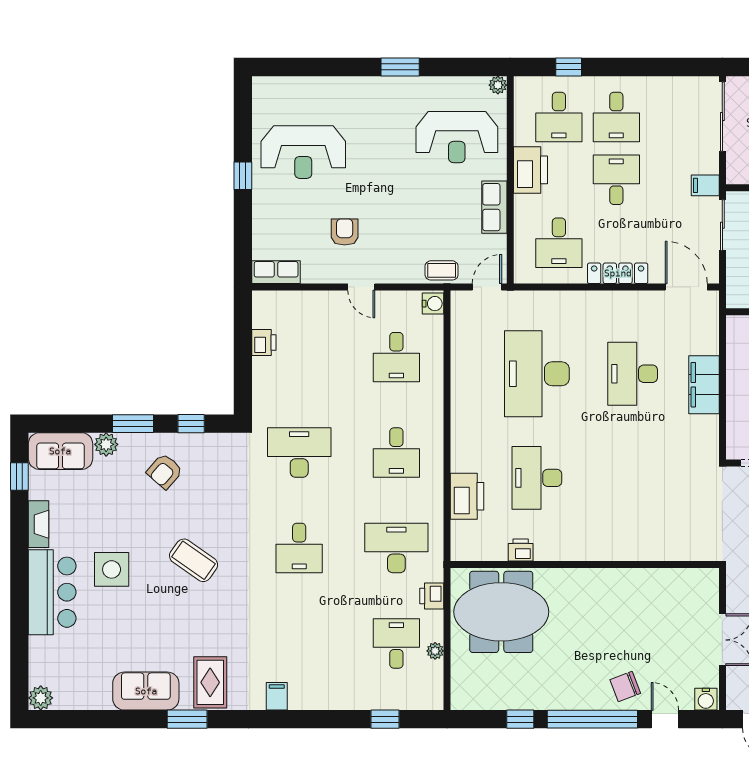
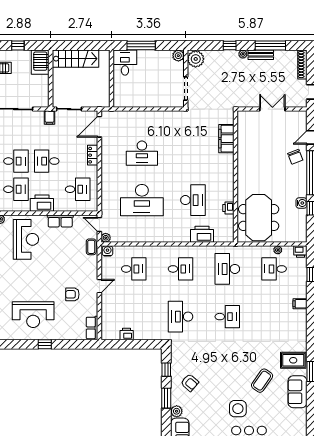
reception desk: (303, 152) -> (33, 315), turned 90
locker: (618, 273) -> (93, 155), width x0.66
plant: (460, 300) -> (106, 238), added
filing cabinet: (704, 385) -> (226, 139), moved, turned 90
desk: (537, 478) -> (193, 200), turned -90
coffee table: (194, 560) -> (262, 381), moved
printer: (432, 596) -> (300, 252), moved
filing cabinet: (277, 696) -> (300, 304), moved
water cooler: (706, 699) -> (301, 203), moved

